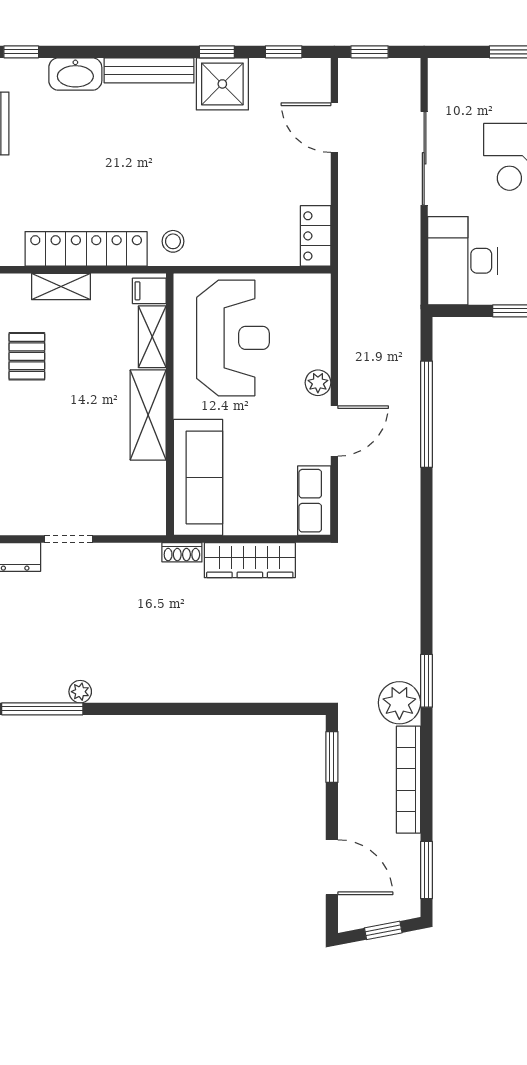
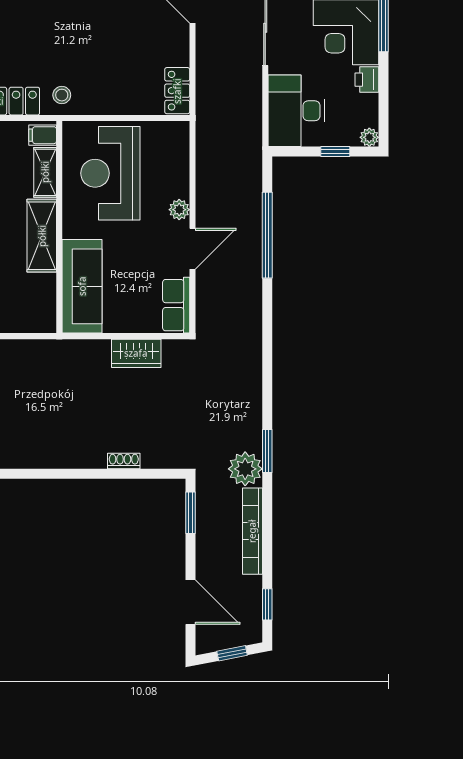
reception desk: (233, 338) -> (110, 173), turned 180
shoe rack: (182, 552) -> (124, 461), moved, turned 180
wardrobe: (250, 560) -> (136, 353), width x0.67
window: (426, 870) -> (267, 604), width x0.67

